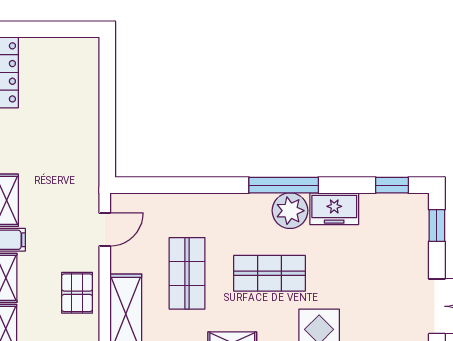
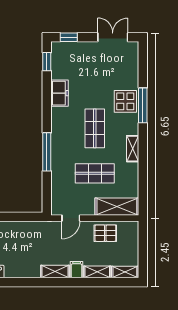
window: (284, 185) -> (47, 152), moved
plant: (290, 211) -> (61, 117), removed
door: (105, 229) -> (71, 218), swing flipped

